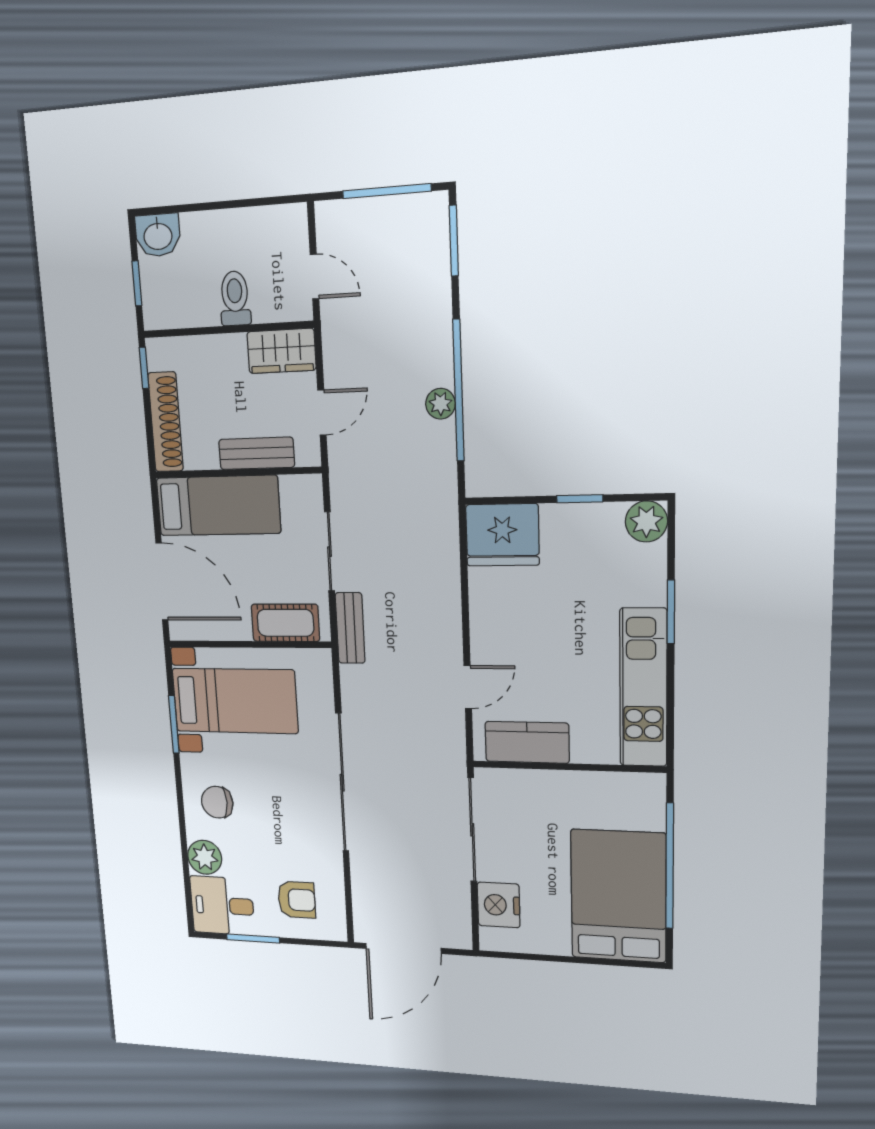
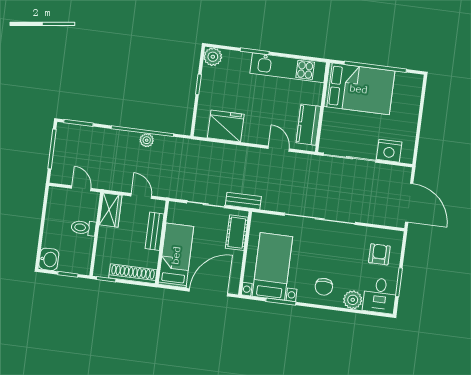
door: (315, 277) -> (81, 188), hinge flipped
fridge: (502, 535) -> (226, 126), moved, turned -90
bed: (618, 896) -> (359, 89), moved, turned 180

